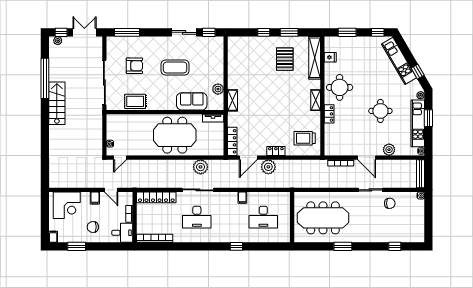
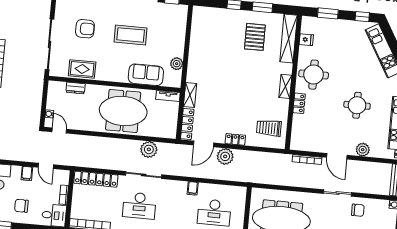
shelving: (232, 100) -> (190, 95), moved
dresser: (131, 119) -> (76, 88), added
door: (120, 158) -> (59, 131), swing flipped

